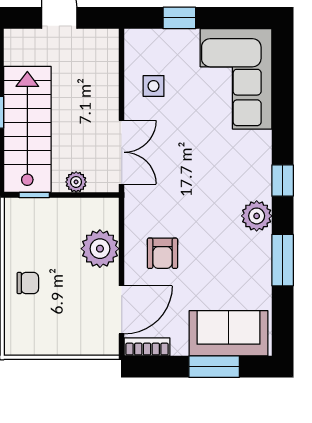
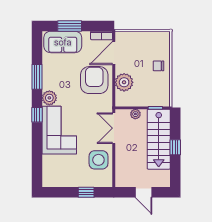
corner sofa: (236, 79) -> (59, 130), moved
side table: (154, 86) -> (98, 160), width x1.87, depth x1.87
armchair: (162, 253) -> (94, 80), width x1.88, depth x1.88

